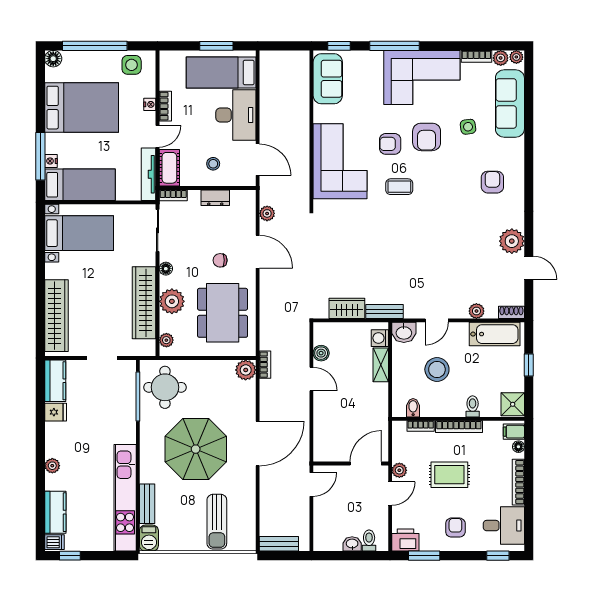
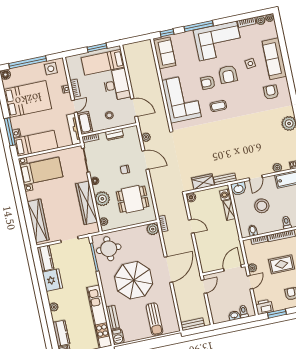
sofa: (510, 103) -> (274, 59), moved
dining table: (223, 313) -> (133, 199), width x0.73
boiler: (321, 353) -> (191, 197), moved
fridge: (56, 412) -> (52, 280), width x1.88, depth x1.34

